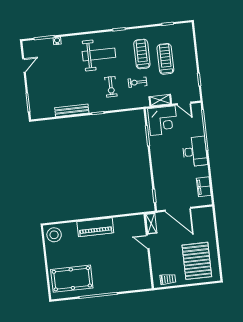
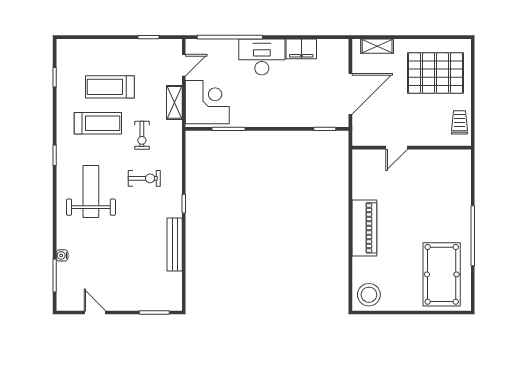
treadmill: (142, 54) -> (98, 123), turned 180
filing cabinet: (204, 187) -> (301, 49), moved
shelving: (151, 224) -> (377, 46), moved

